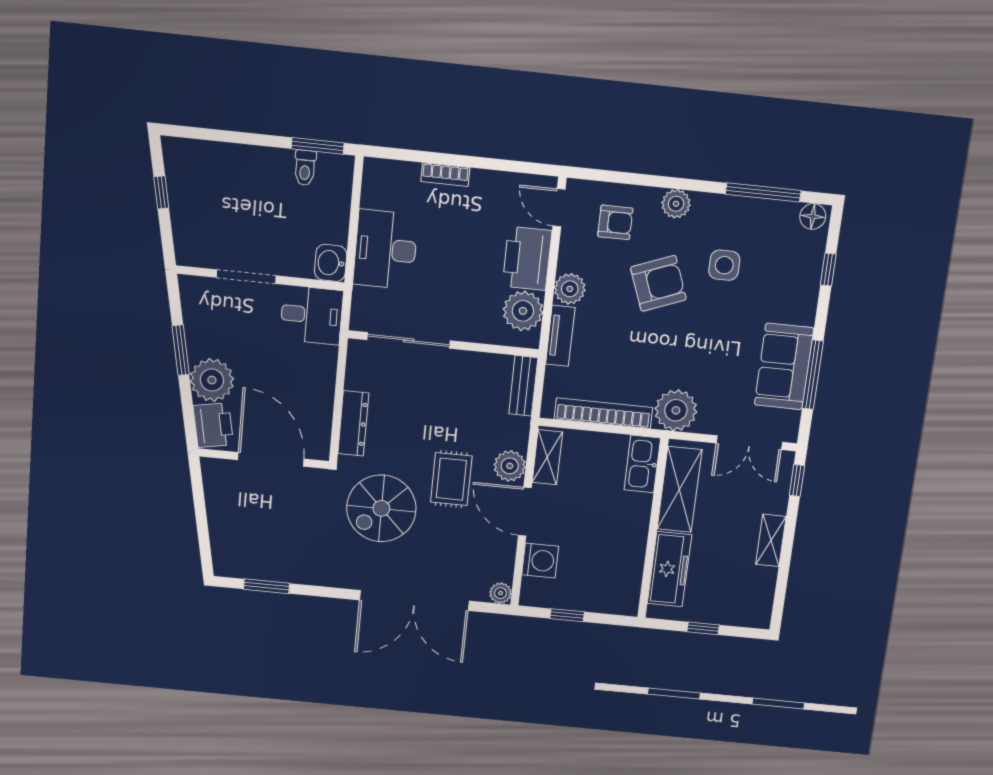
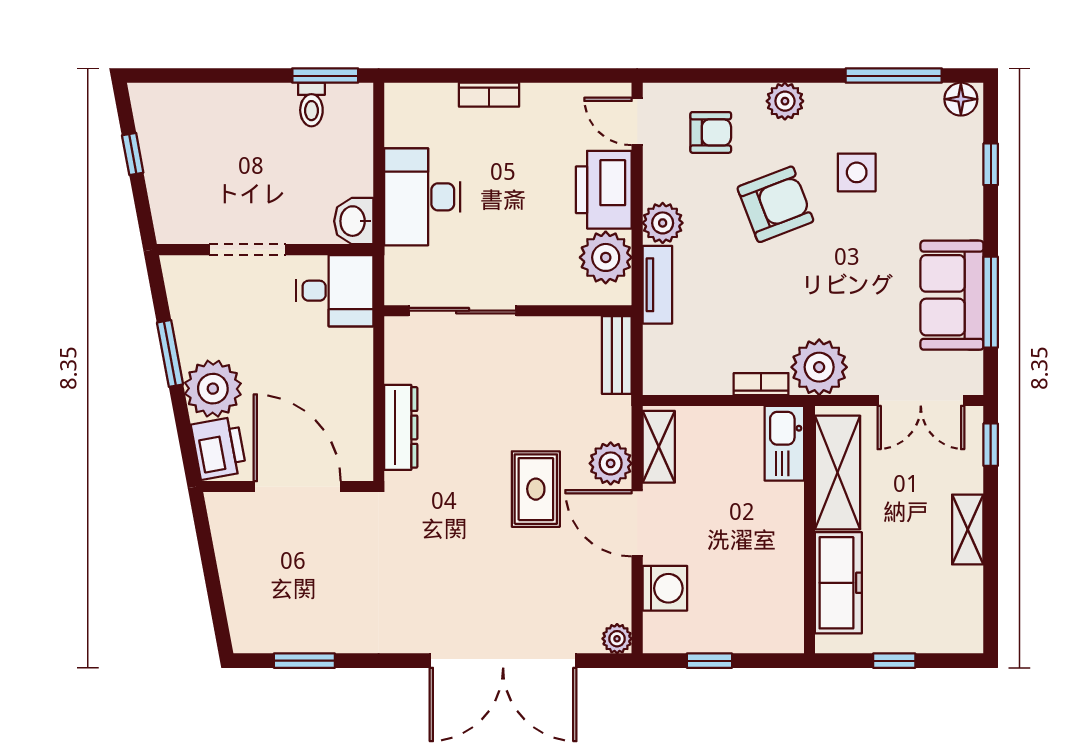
bookcase: (603, 413) -> (761, 384), width x0.43, depth x0.76
spiral stairs: (381, 508) -> (448, 538), removed

